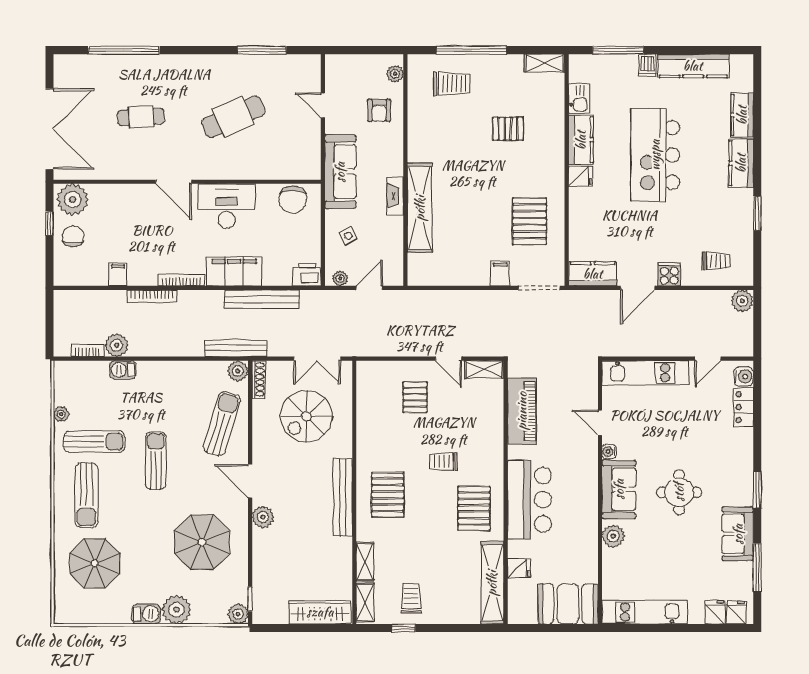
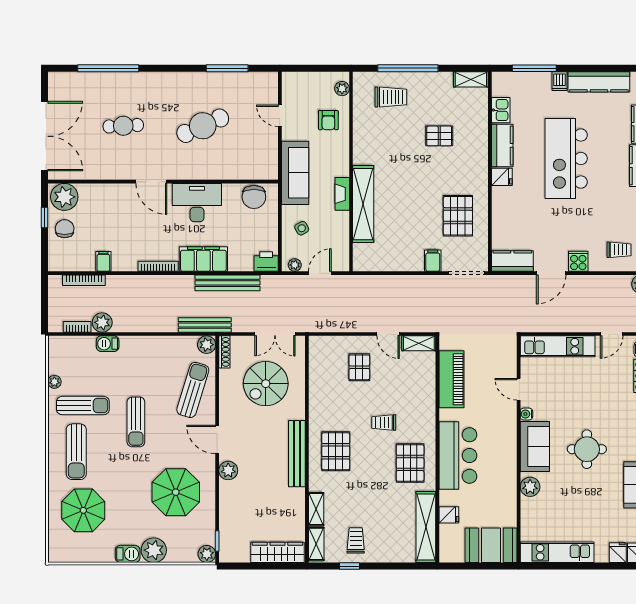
bookcase: (152, 296) -> (84, 280), moved
sun lounger: (156, 461) -> (136, 422), turned 180

